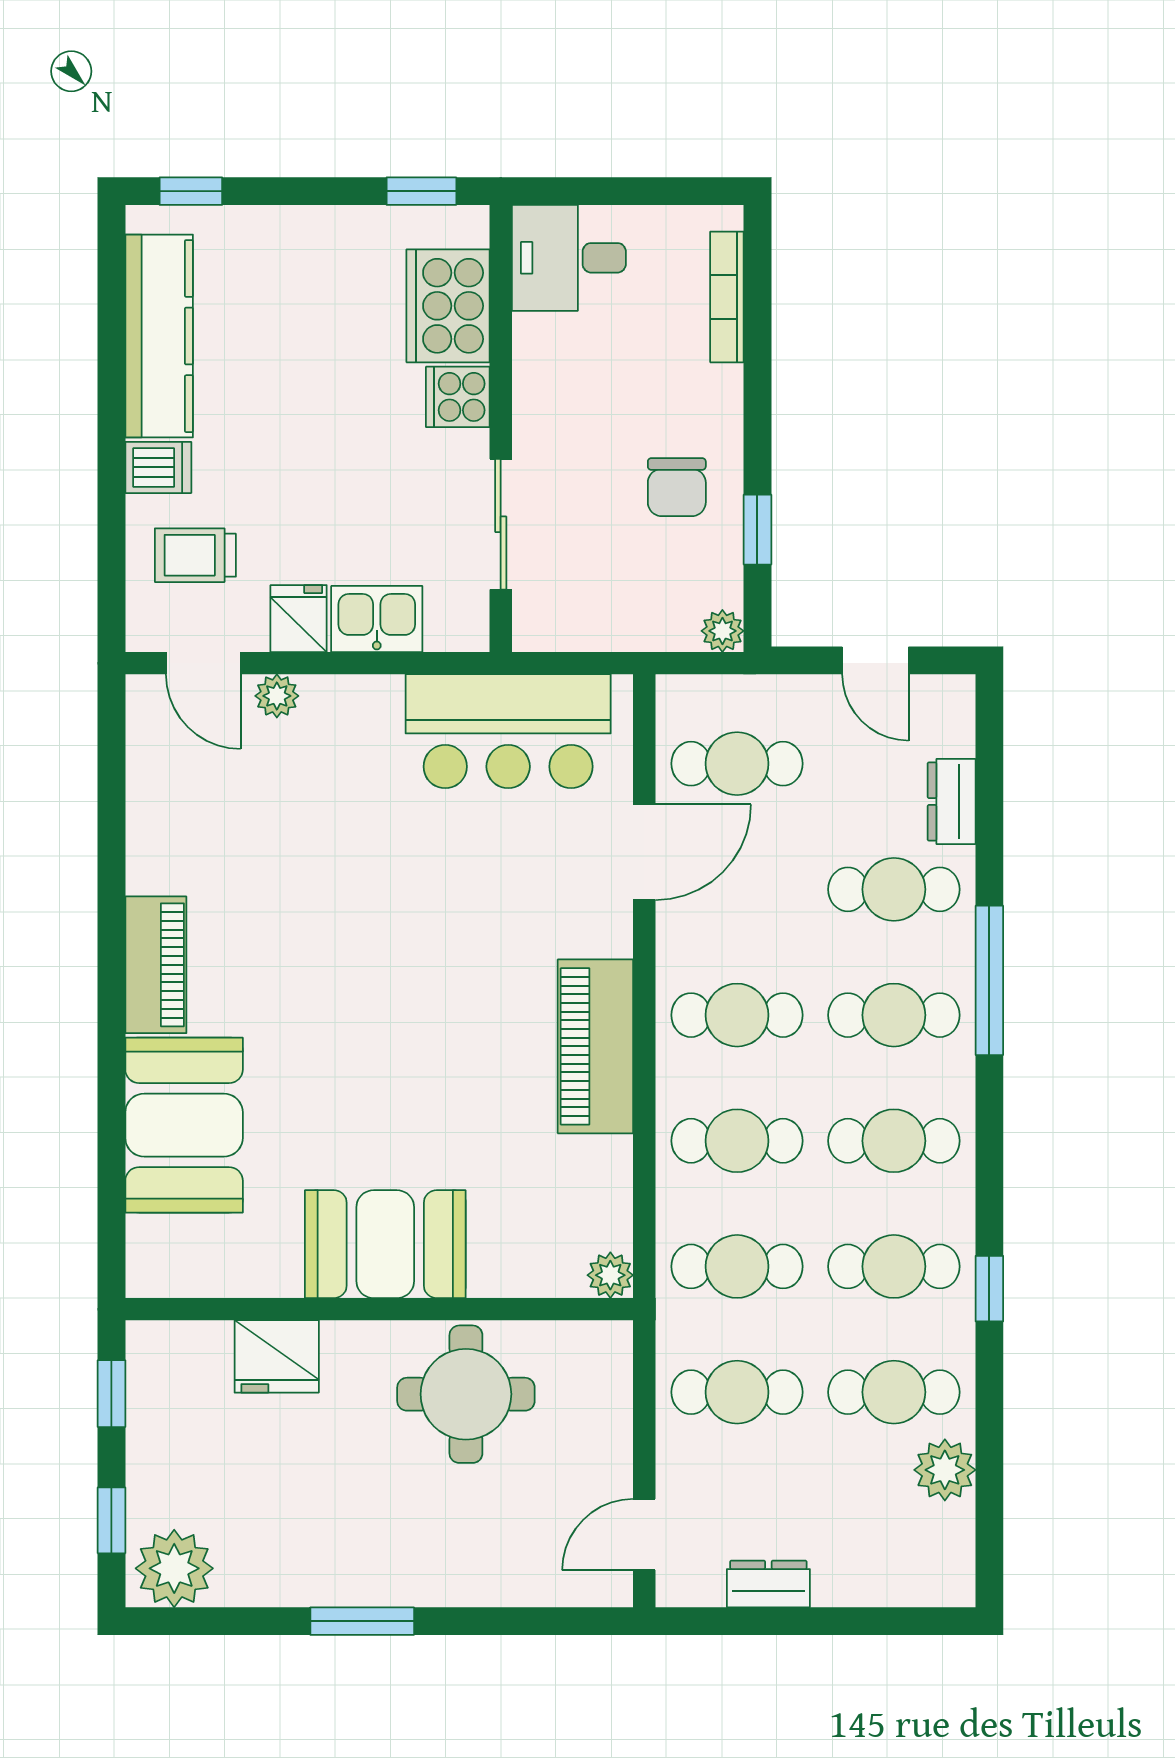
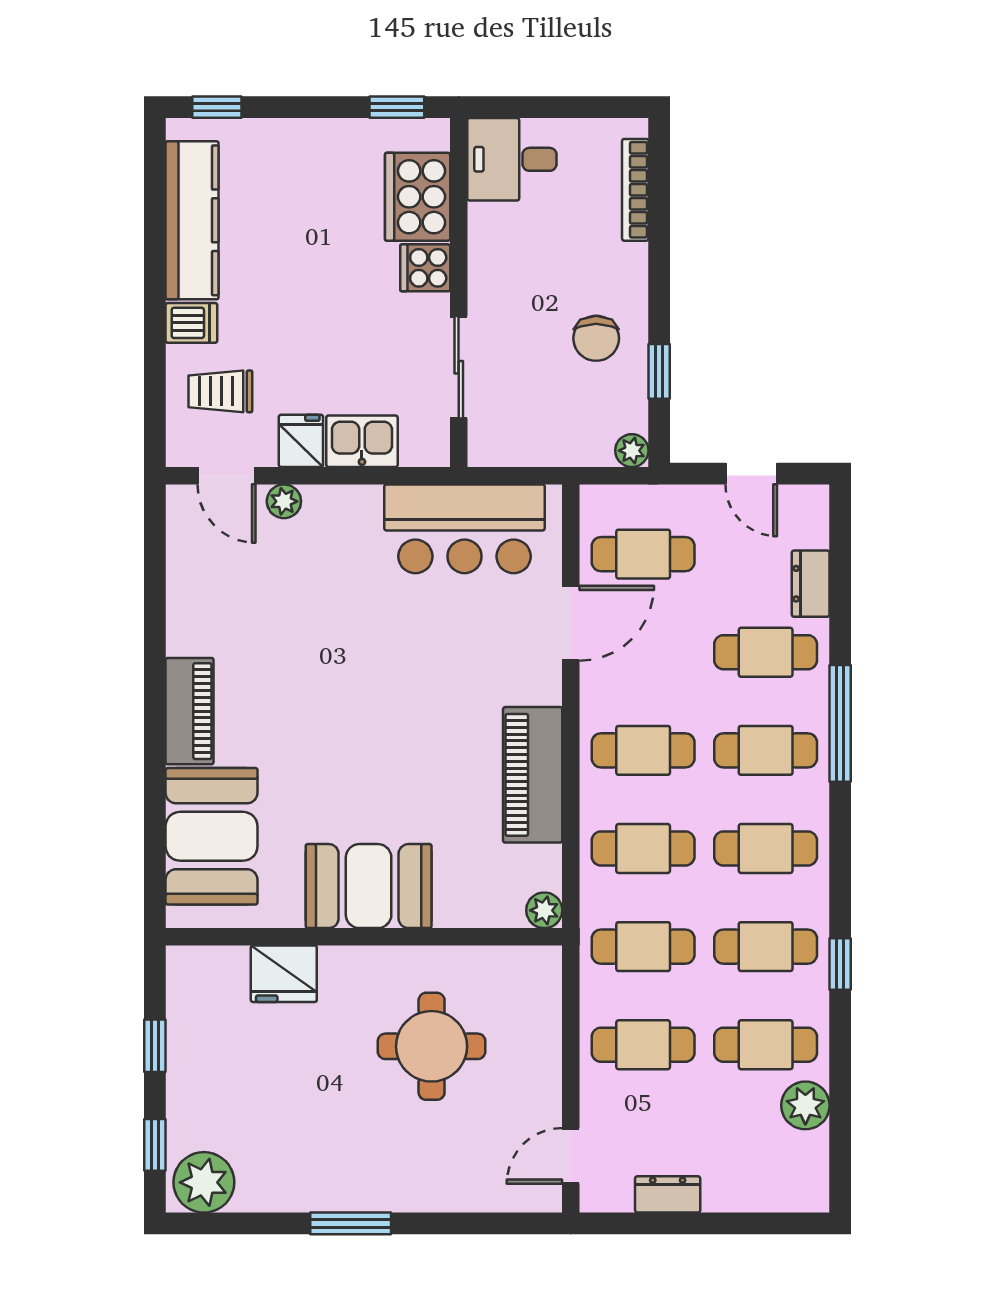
booth: (385, 1244) -> (369, 886), moved
plant: (610, 1275) -> (544, 910), moved
wall: (379, 1309) -> (364, 937), moved
fridge: (277, 1356) -> (284, 974), moved

